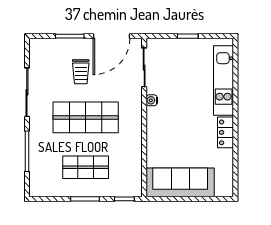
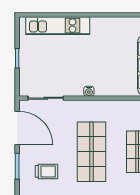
trolley: (81, 72) -> (47, 171), moved
water cooler: (152, 100) -> (89, 91), moved
locker: (226, 132) -> (105, 24), removed

